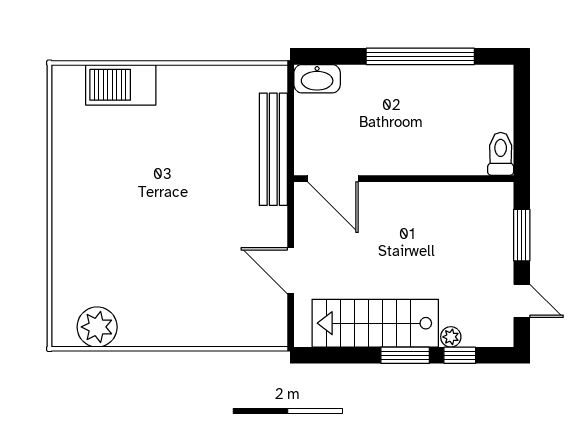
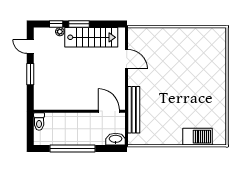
toilet: (501, 154) -> (39, 121), moved
door: (333, 179) -> (109, 111), moved
wall: (404, 179) -> (79, 111), moved
plant: (97, 327) -> (207, 36), removed

